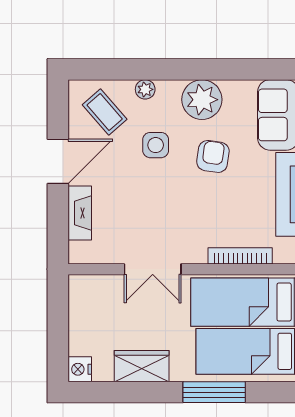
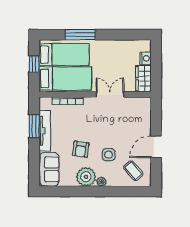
plant: (145, 89) -> (101, 182), moved
fireplace: (80, 213) -> (145, 122), removed
wardrobe: (142, 366) -> (143, 79), moved, turned 90
nightstand: (80, 369) -> (145, 58), moved

